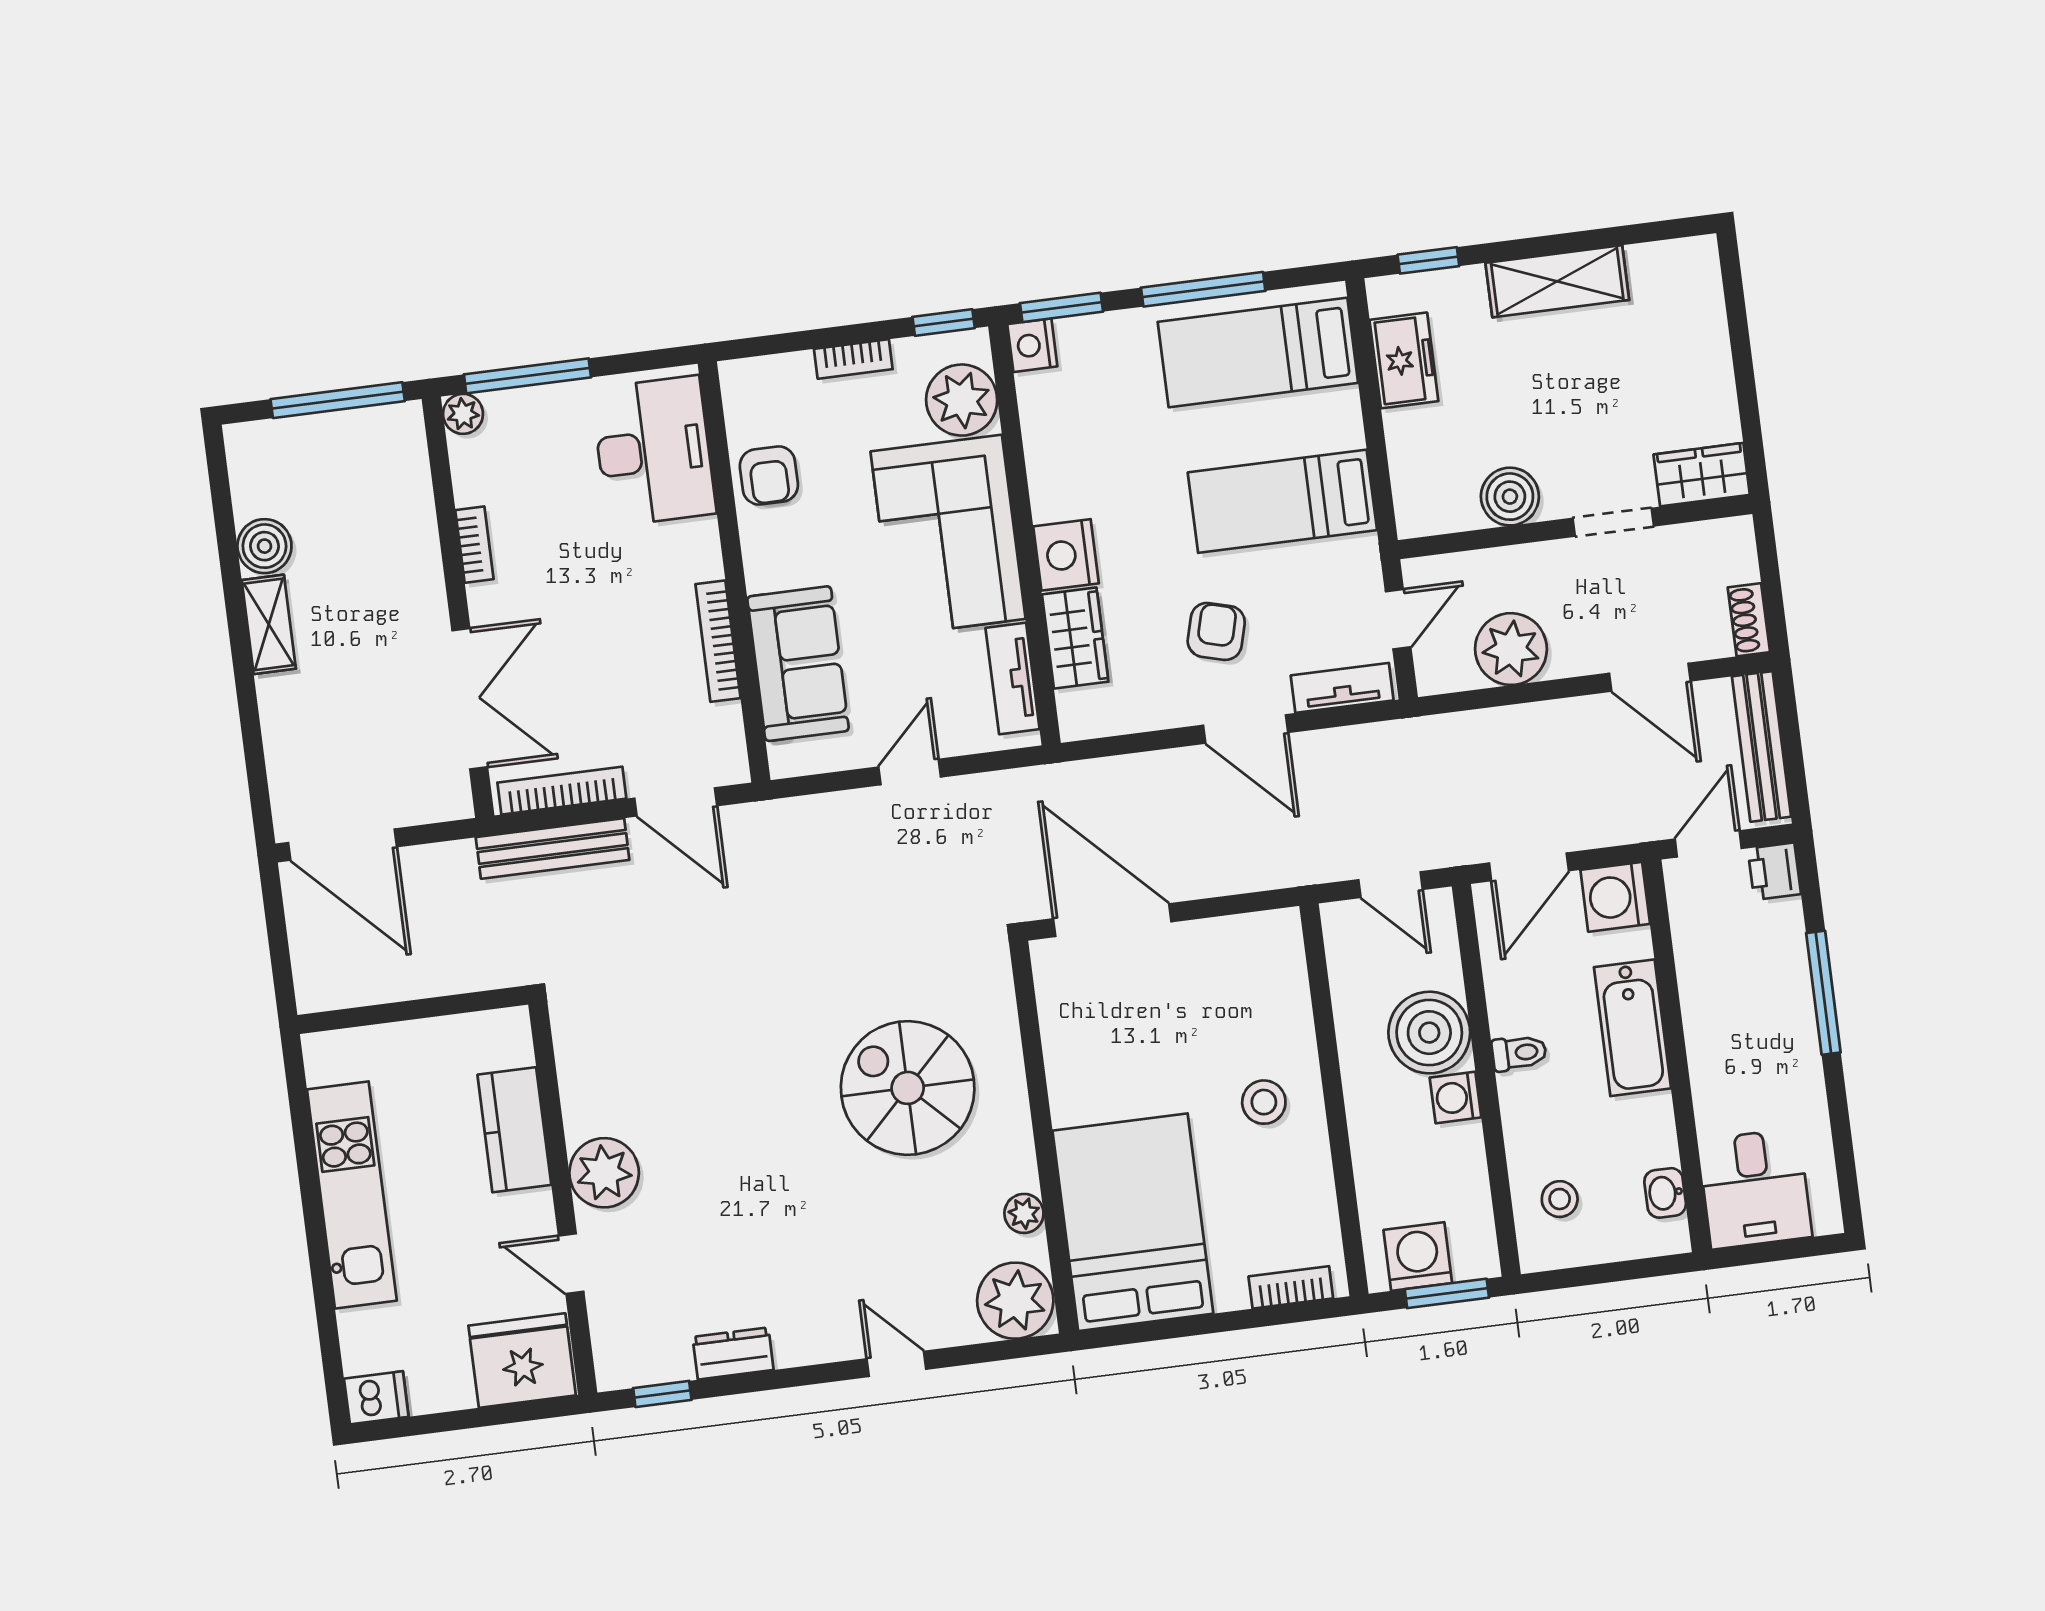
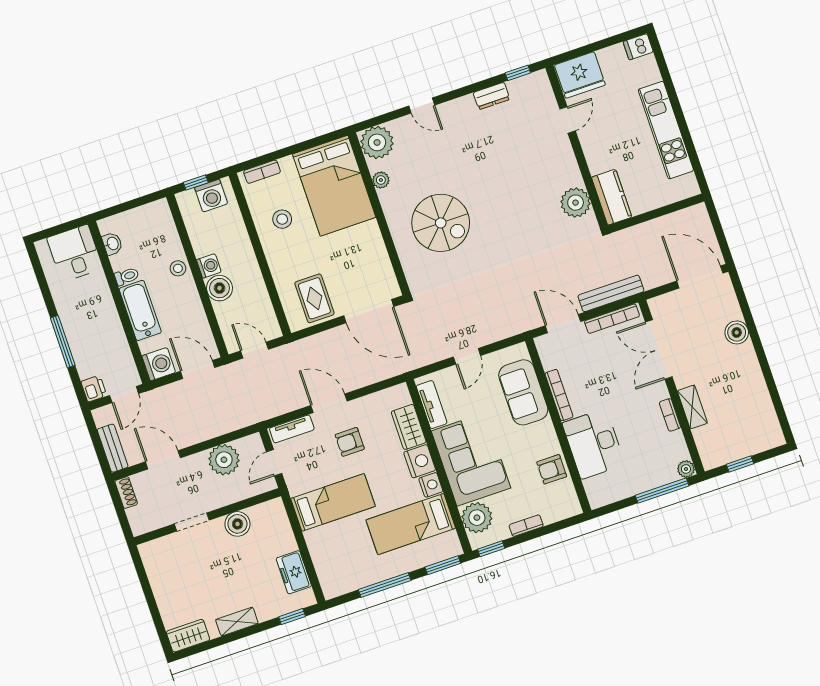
shelving: (1557, 281) -> (237, 622), width x0.67, depth x0.75
nightstand: (1032, 345) -> (431, 485), moved
bed: (1258, 352) -> (411, 524), moved, turned 180
window: (338, 400) -> (740, 464), width x0.46
desk: (654, 451) -> (594, 444), moved
armchair: (769, 475) -> (552, 469), turned -90
wardrobe: (1702, 475) -> (188, 636), moved, turned 180
boiler: (264, 546) -> (737, 332), moved
shelving: (269, 624) -> (692, 407), moved
armchair: (1216, 631) -> (350, 442), turned 75
bench: (1761, 746) -> (113, 448), width x0.73
door: (1529, 867) -> (198, 369), hinge flipped
rug: (1230, 975) -> (314, 298), added
boiler: (1429, 1033) -> (219, 288), width x0.73, depth x0.73
toilet: (1519, 1053) -> (127, 276), moved, turned 180
stool: (1264, 1102) -> (282, 219), moved
kitchen counter: (514, 1130) -> (612, 197), moved
plant: (604, 1173) -> (576, 203), moved
stool: (1560, 1199) -> (178, 268), moved
door: (571, 1264) -> (568, 120), hinge flipped
window: (1447, 1293) -> (196, 183), width x0.67

